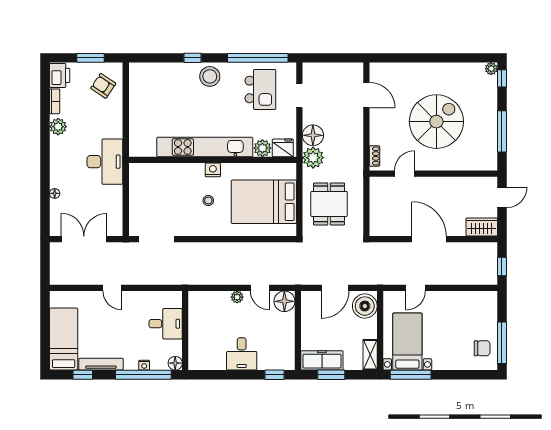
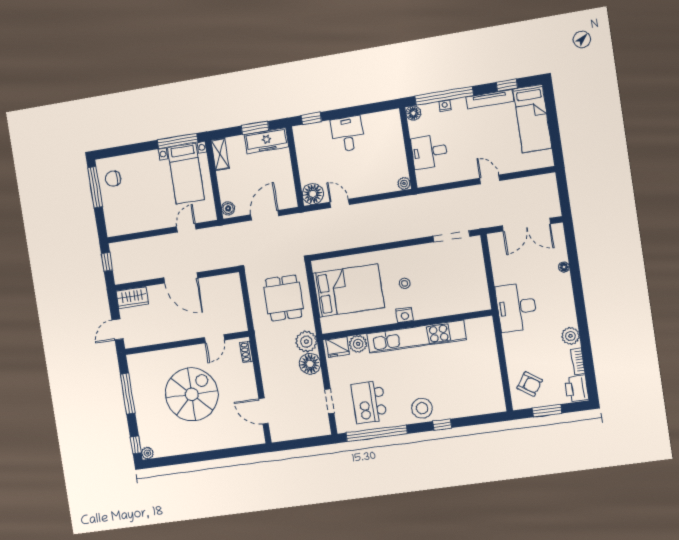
spiral stairs: (436, 122) -> (192, 394), turned 180
plant: (237, 297) -> (404, 184), moved
boiler: (365, 306) -> (228, 208), width x0.54, depth x0.54

